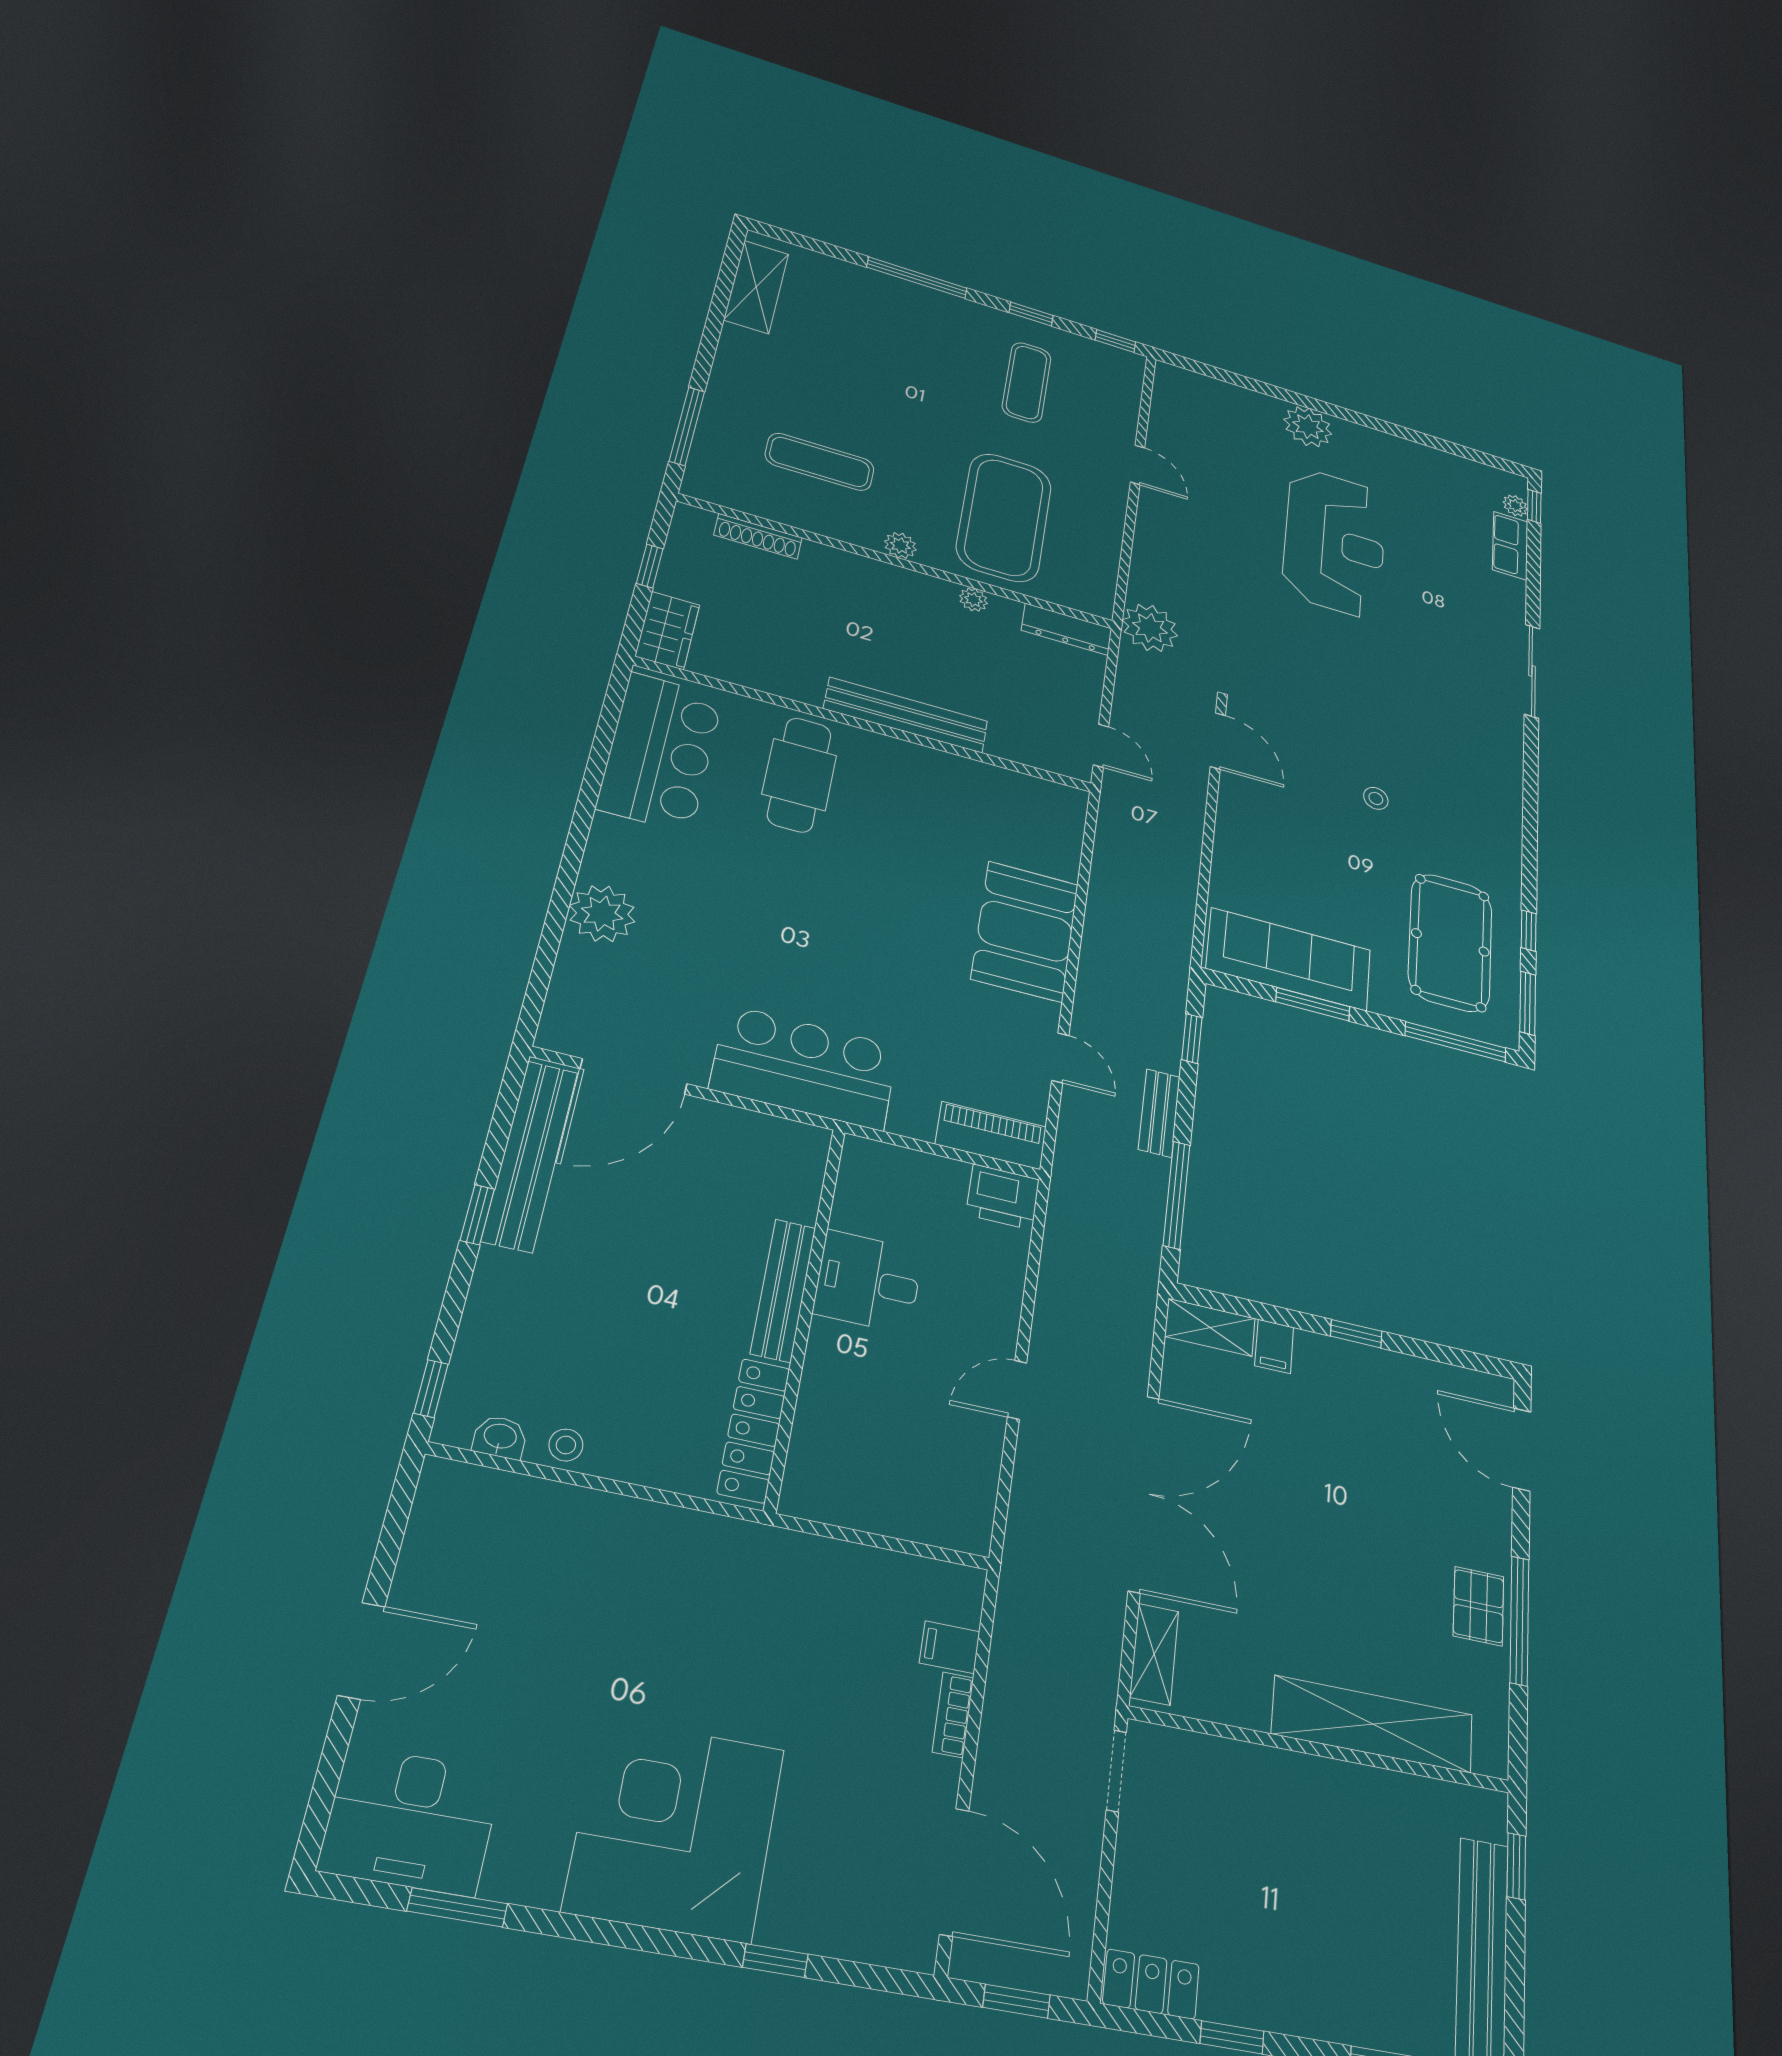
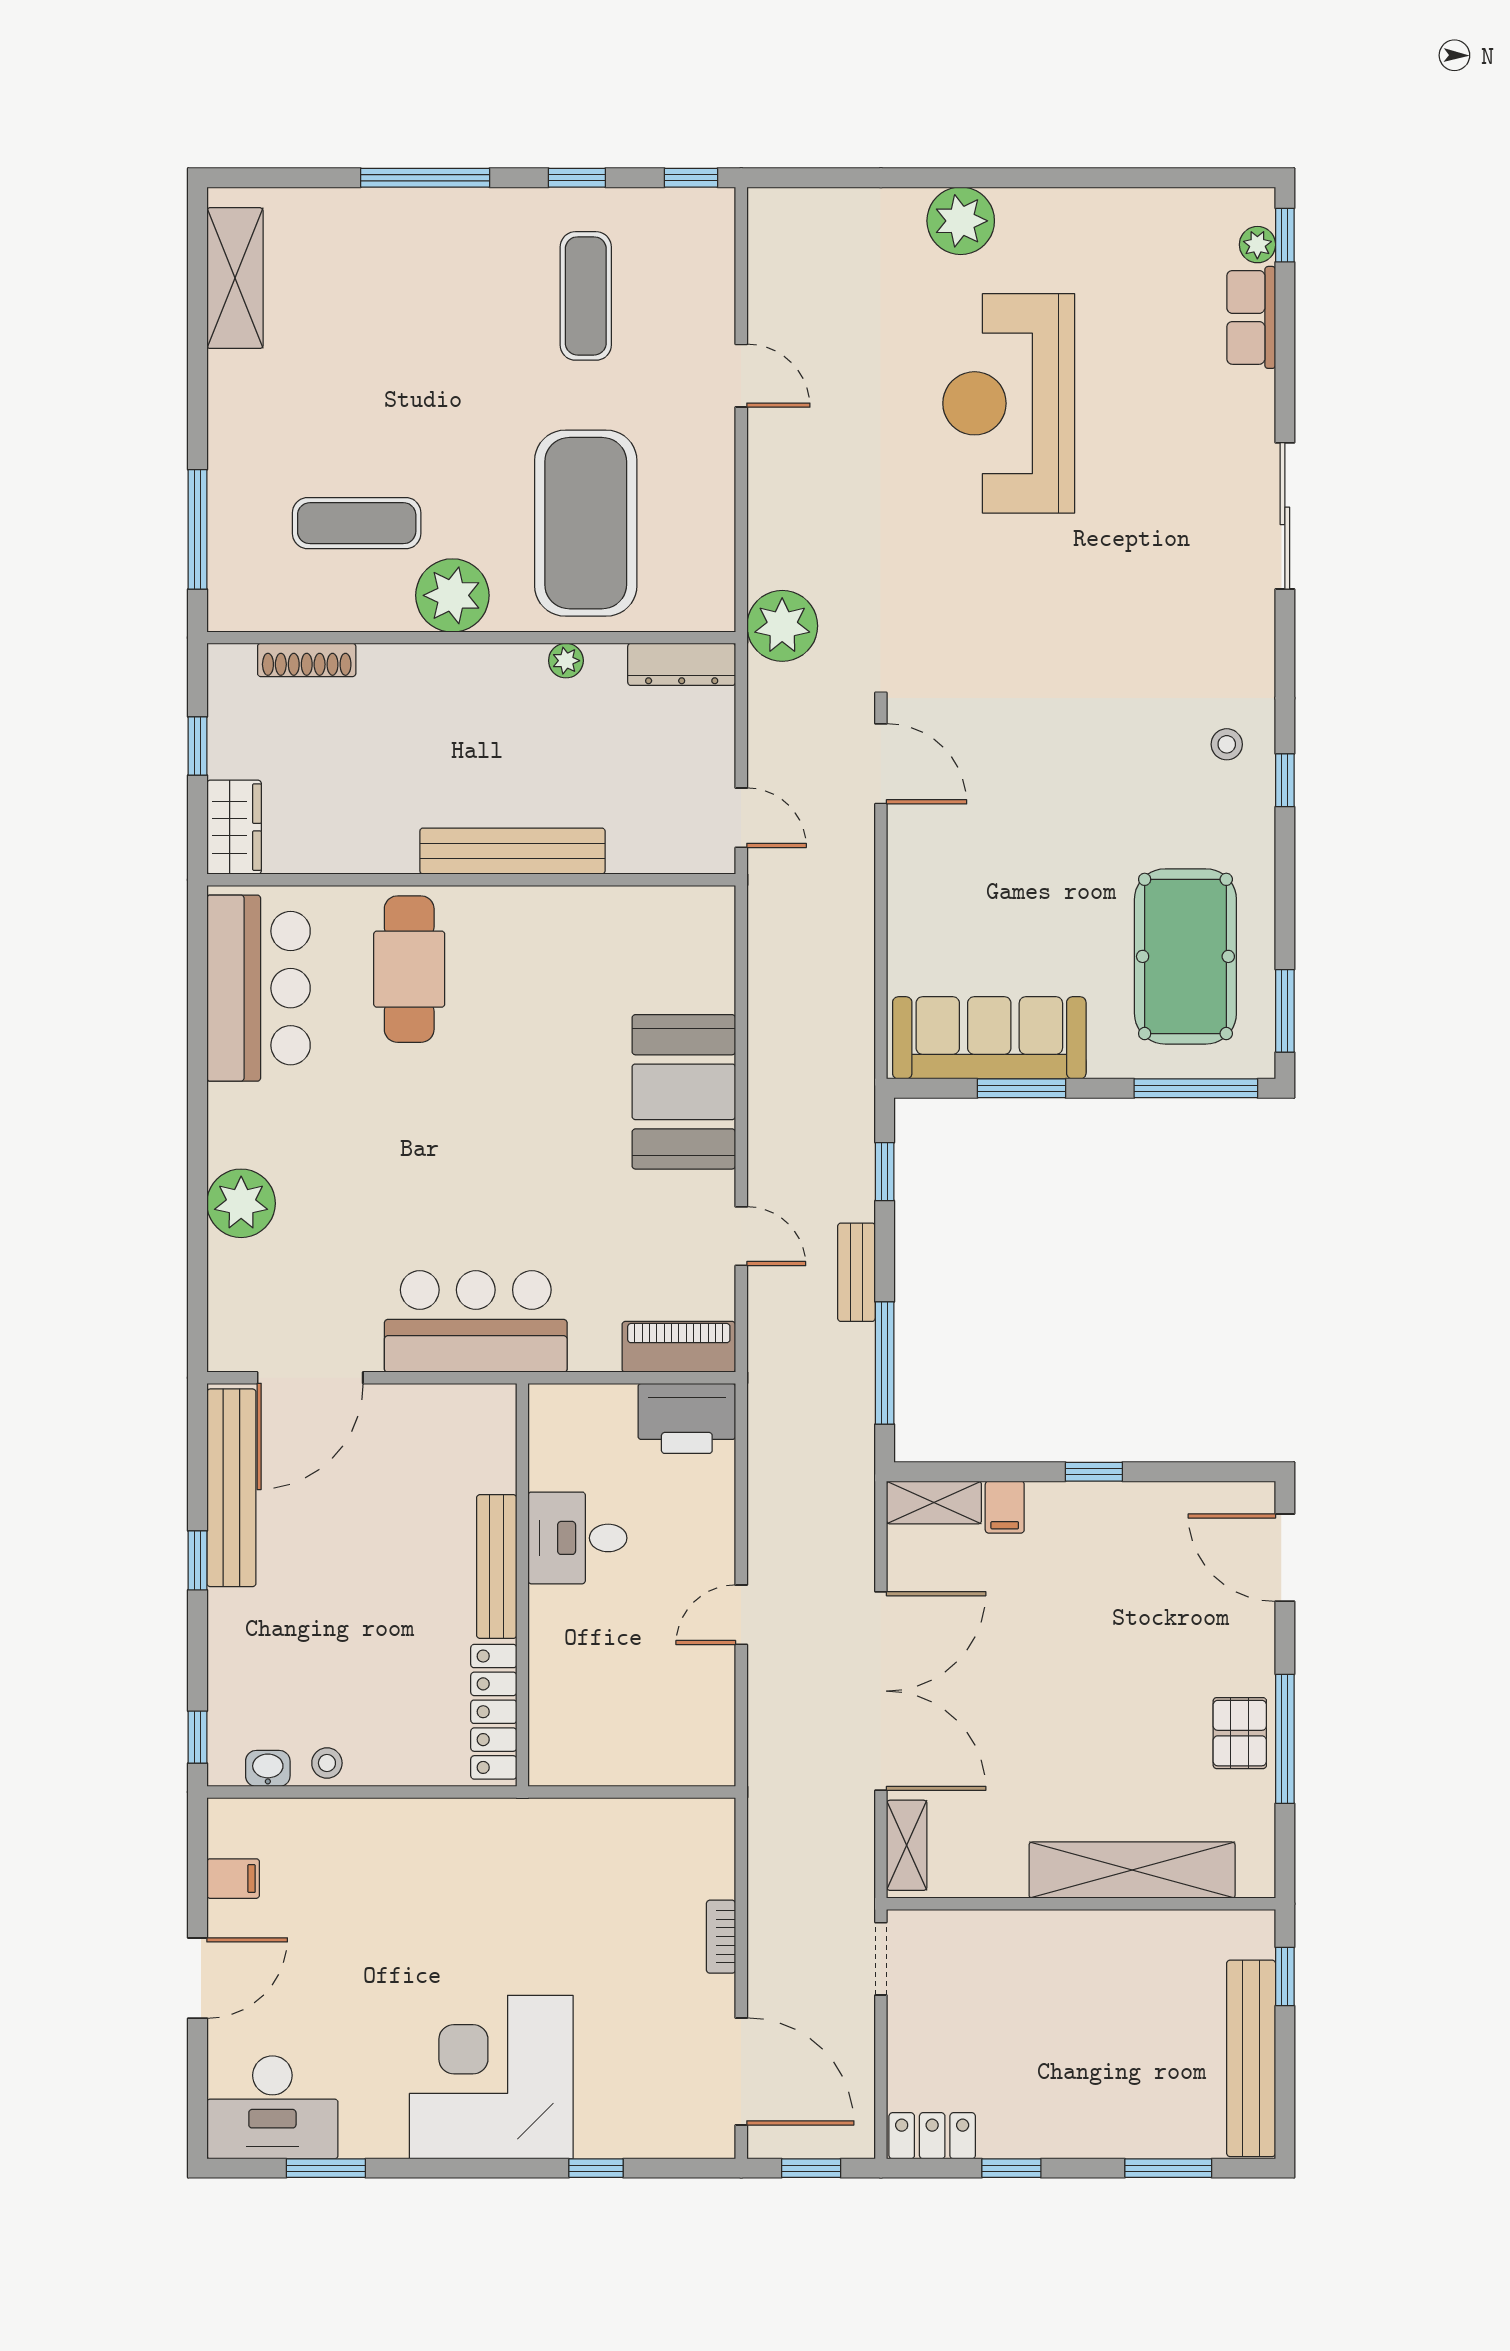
reception desk: (1335, 542) -> (1009, 403), turned 180
plant: (900, 545) -> (452, 595), width x1.88, depth x1.88
stool: (1376, 798) -> (1227, 744), moved
window: (1529, 931) -> (1285, 780), moved
printer: (1003, 1197) -> (687, 1418), width x1.37, depth x1.19
filing cabinet: (950, 1647) -> (233, 1879), moved, turned 180

